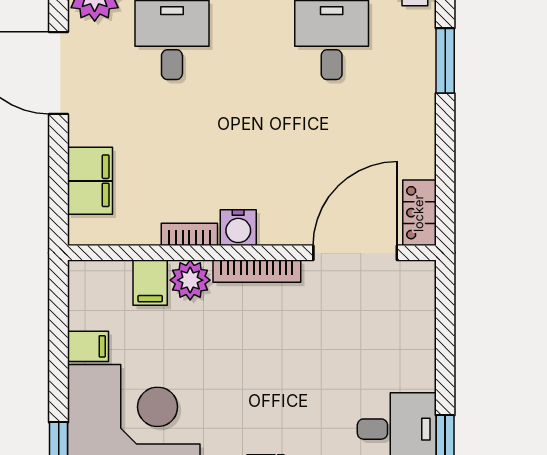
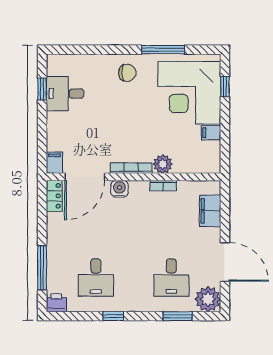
window: (445, 61) -> (42, 268), width x1.44
water cooler: (238, 228) -> (119, 189), moved
filing cabinet: (150, 283) -> (54, 163), moved

